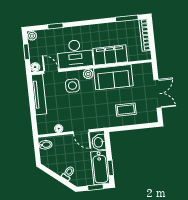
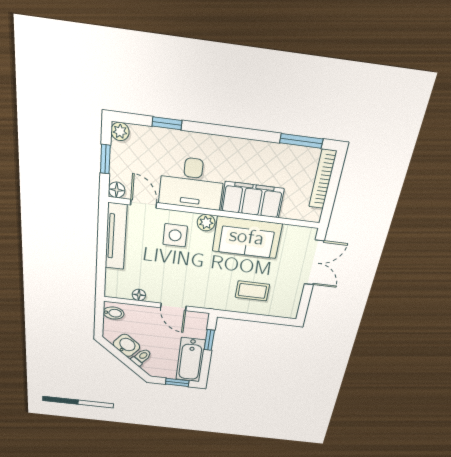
double door: (158, 94) -> (314, 263), moved
washbasin: (99, 142) -> (126, 345), moved, turned 129
window: (110, 168) -> (209, 340), moved

